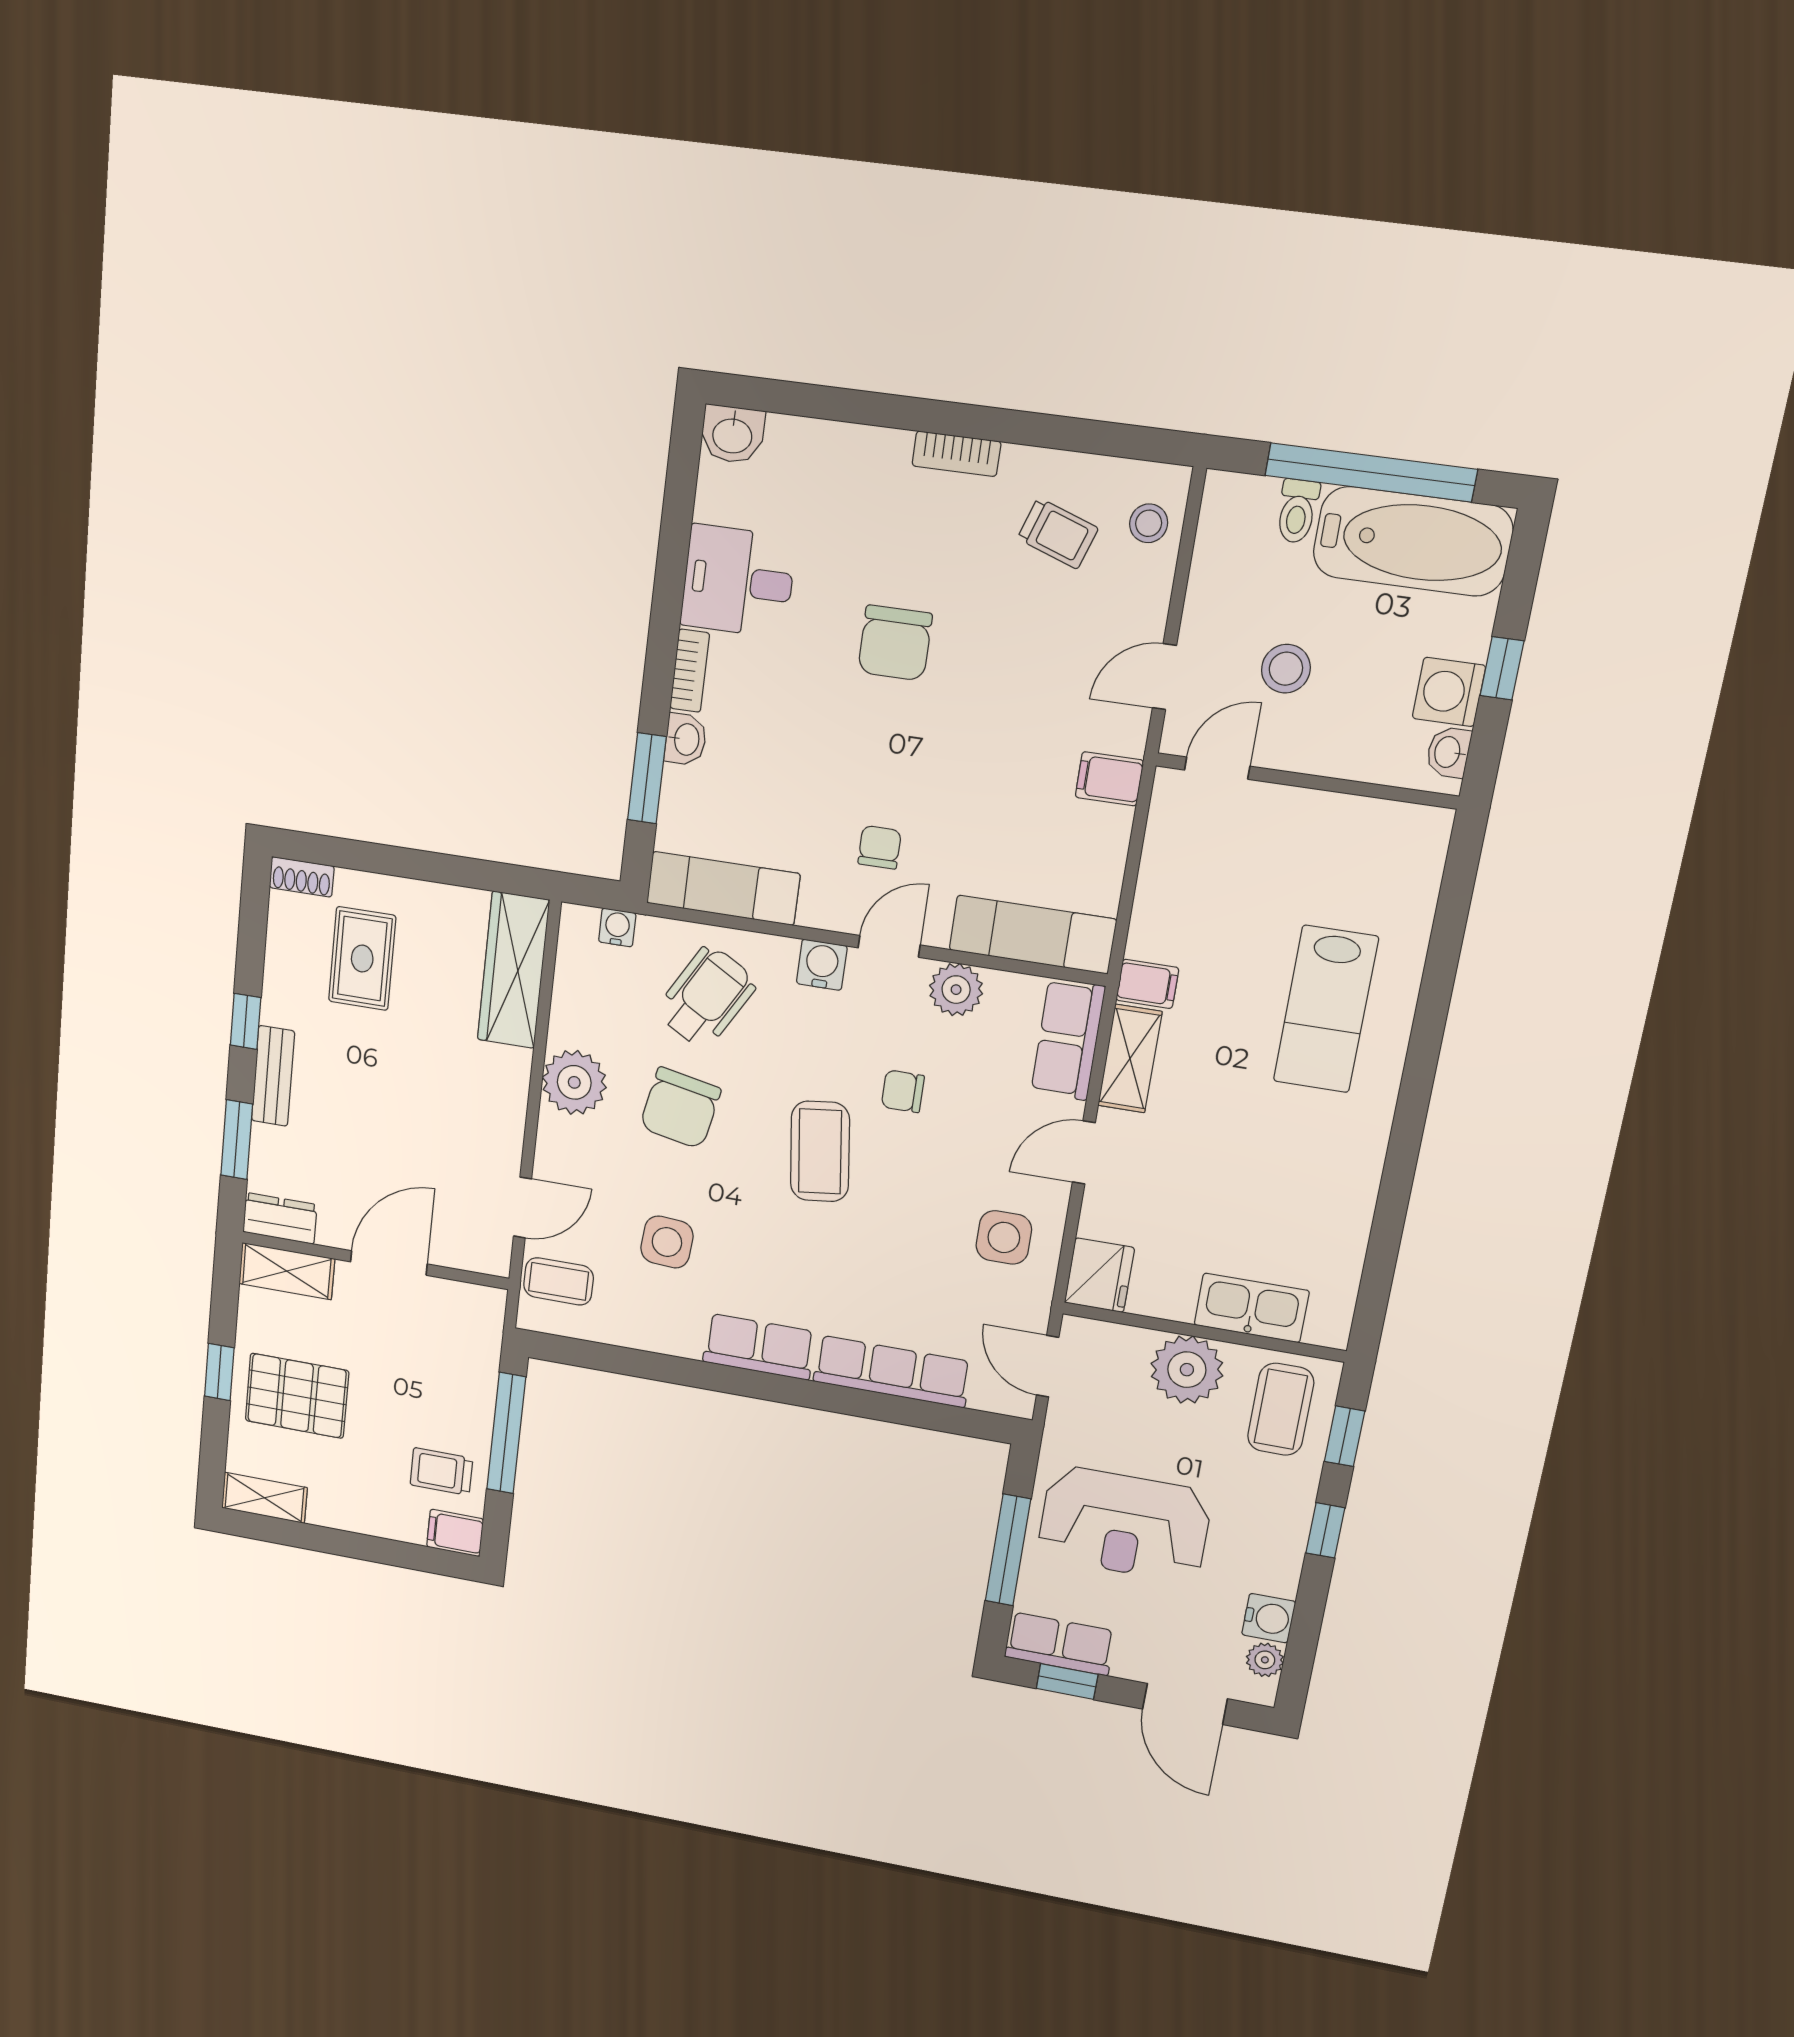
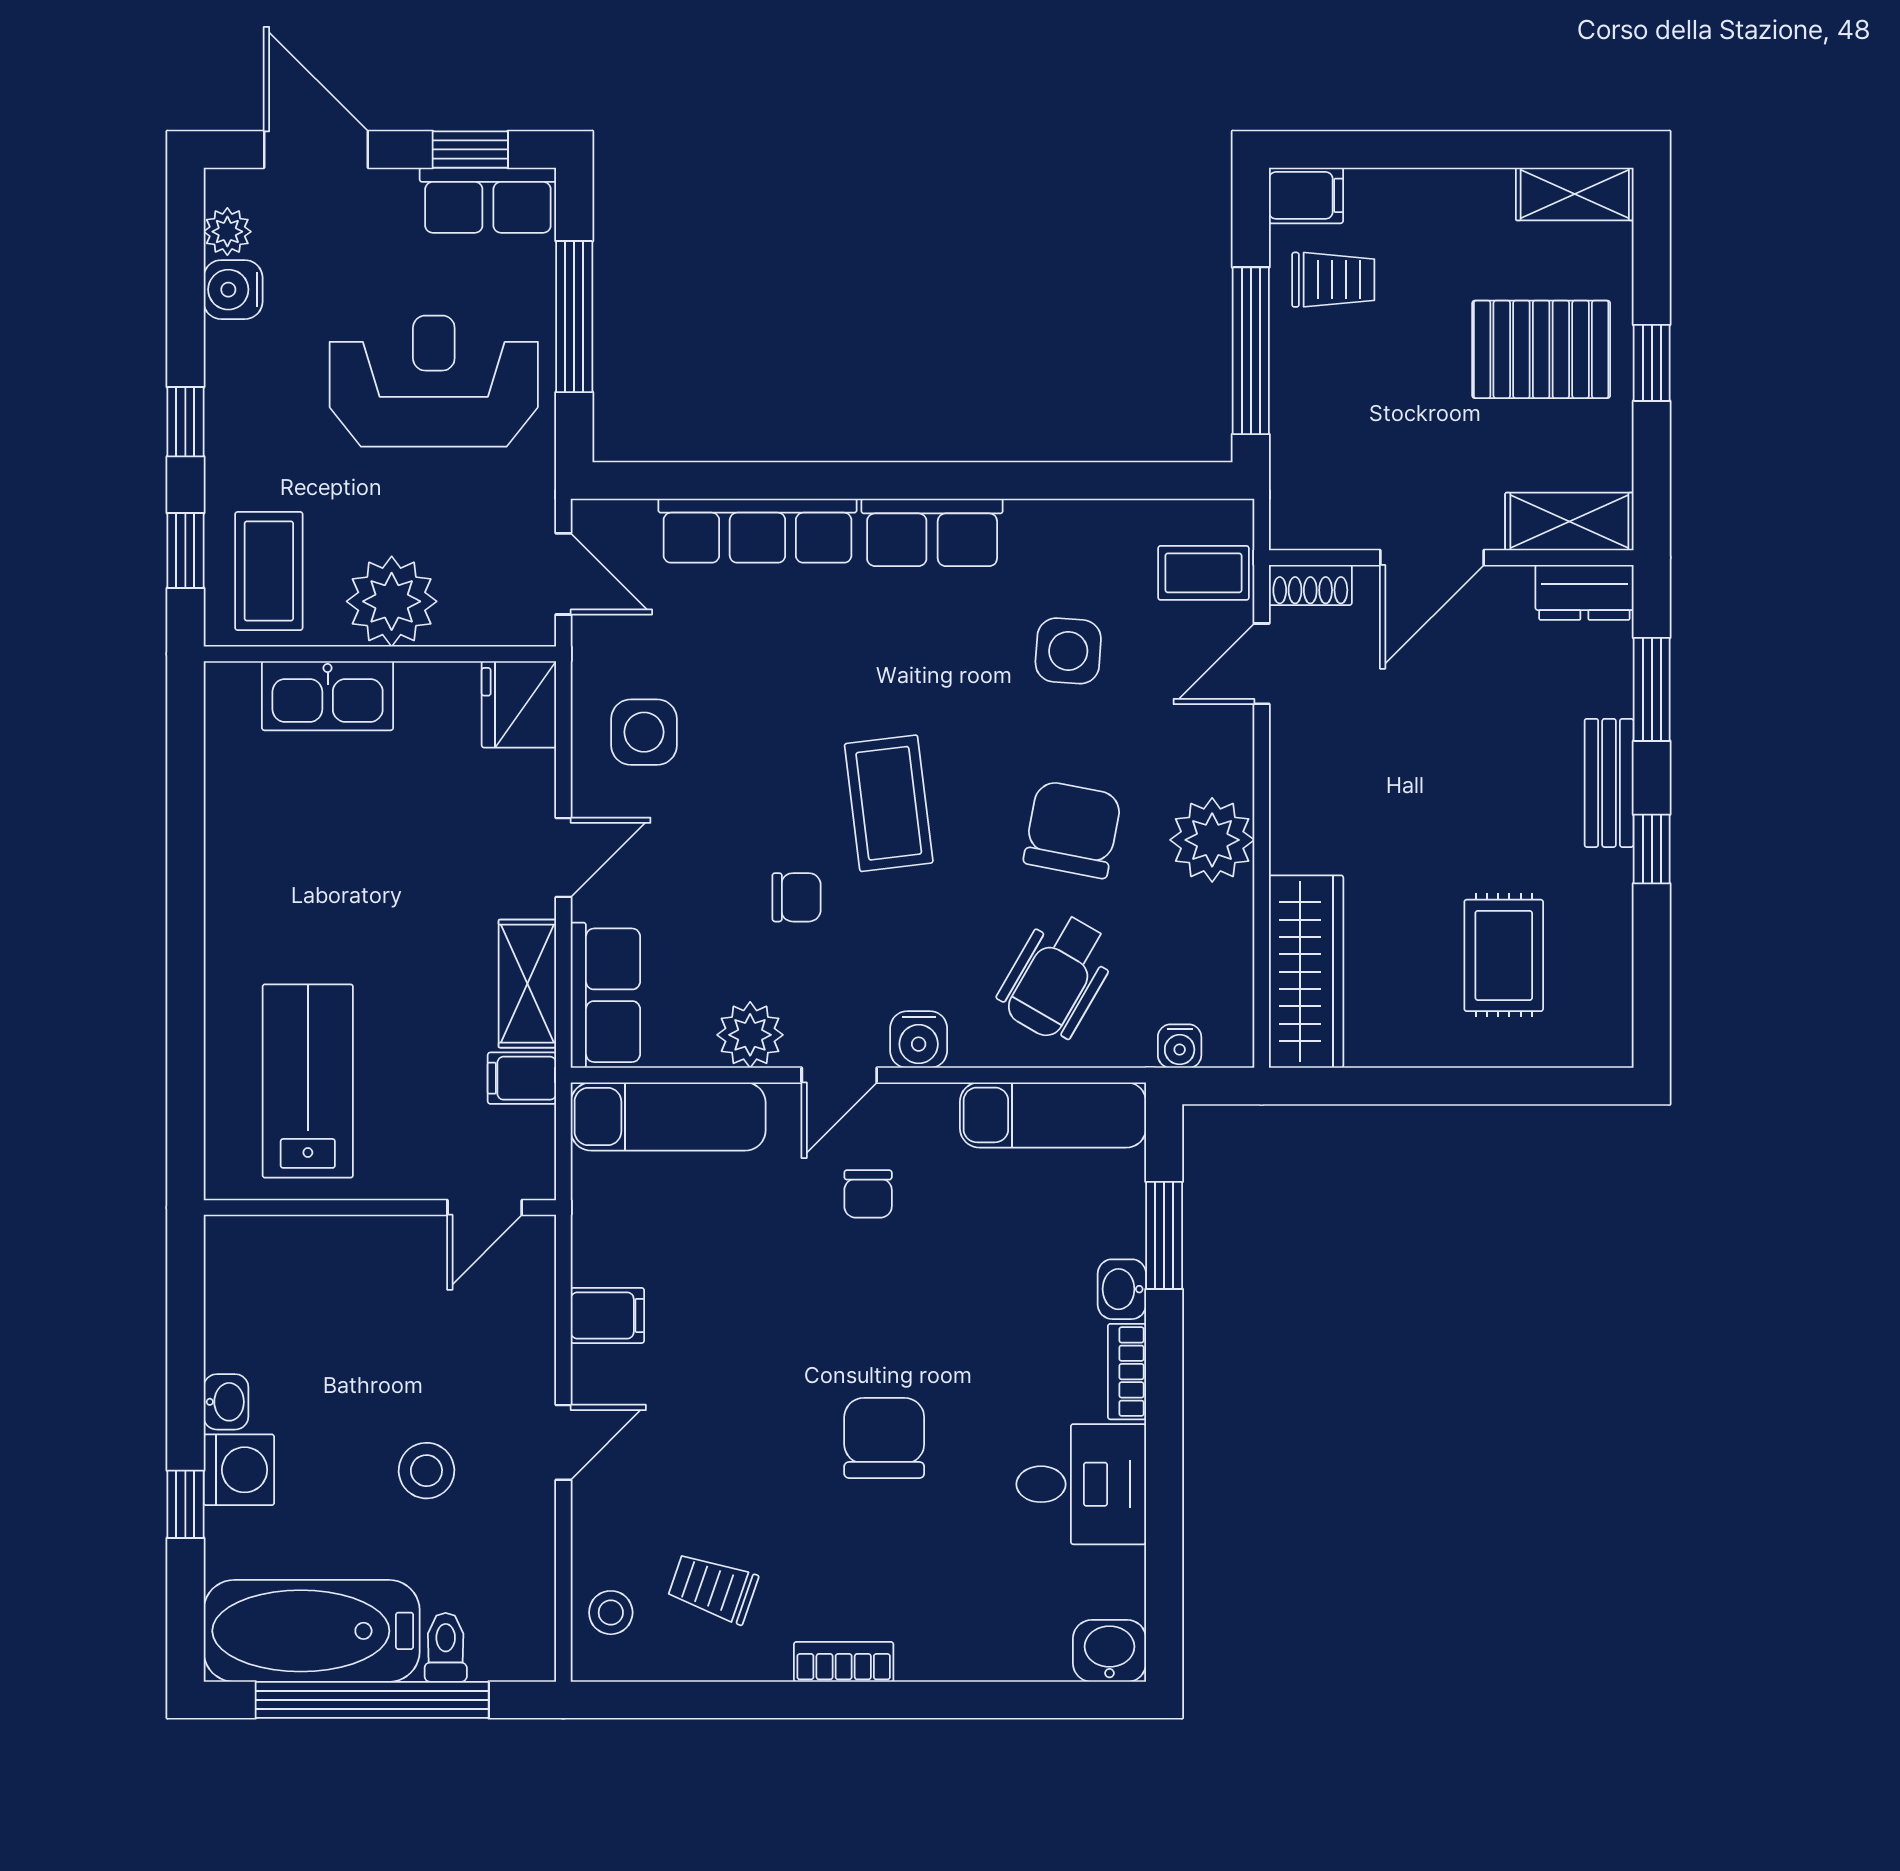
door: (1217, 768) -> (485, 1208), moved
wall: (1306, 781) -> (380, 1208), moved
shoe rack: (302, 877) -> (1310, 585), moved, turned 180

